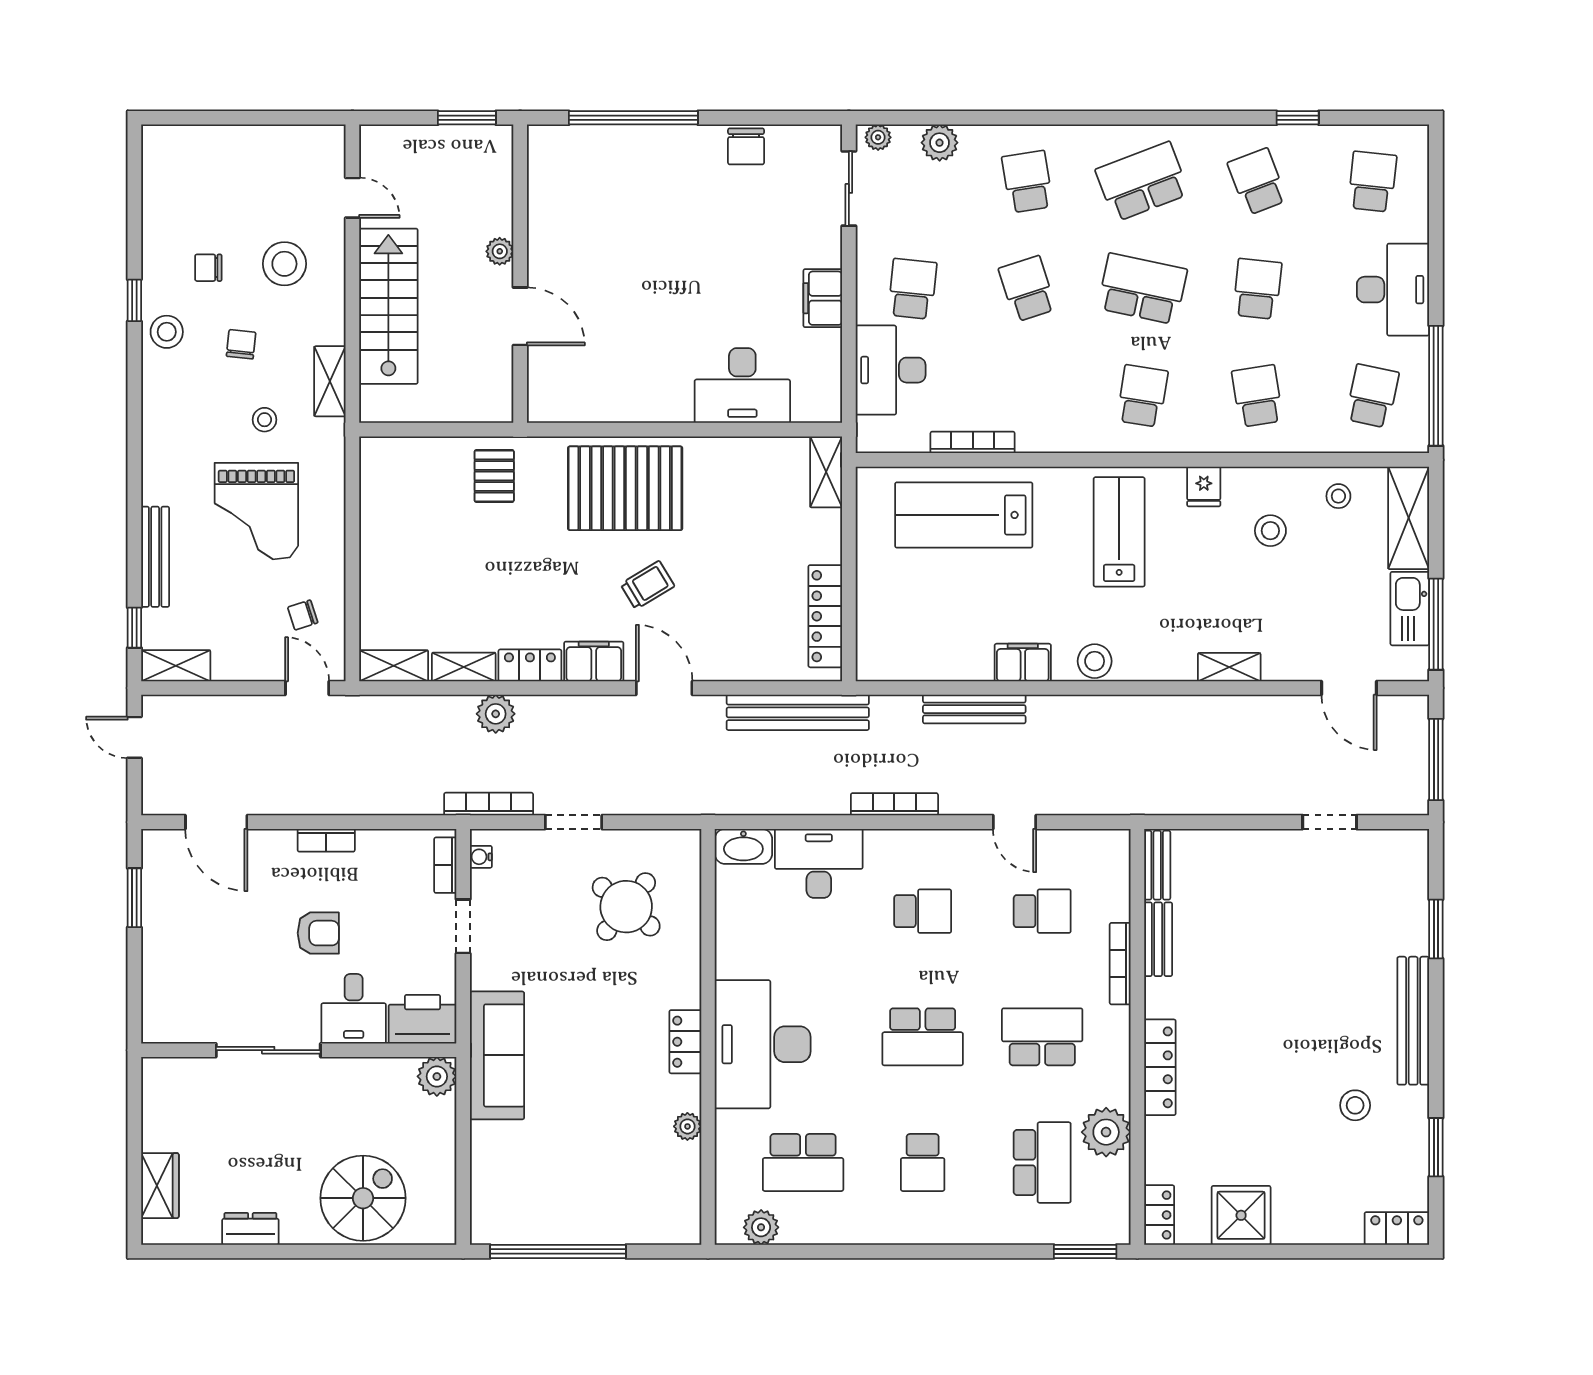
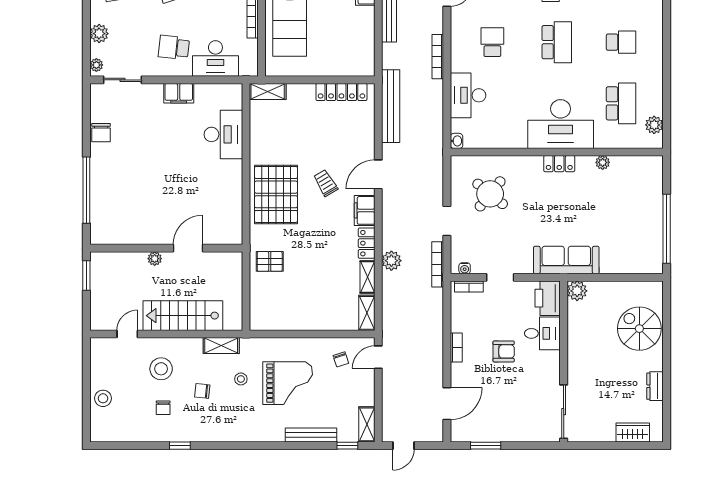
chair: (746, 146) -> (101, 133), turned 90
stool: (167, 332) -> (103, 398), moved
washbasin: (743, 846) -> (457, 141), width x0.52, depth x0.69
armchair: (318, 933) -> (504, 351), turned 90
sliding door: (268, 1050) -> (564, 412), moved

